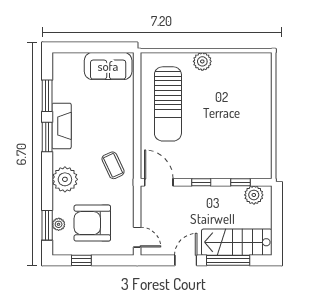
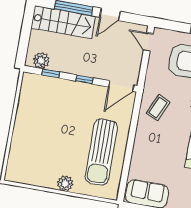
sun lounger: (168, 104) -> (101, 152), turned 180
coffee table: (113, 165) -> (158, 108), turned 49
door: (159, 182) -> (121, 86), hinge flipped

